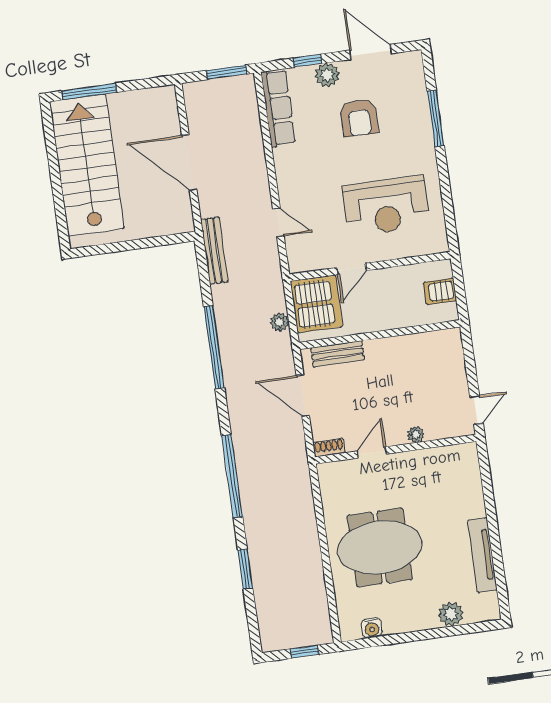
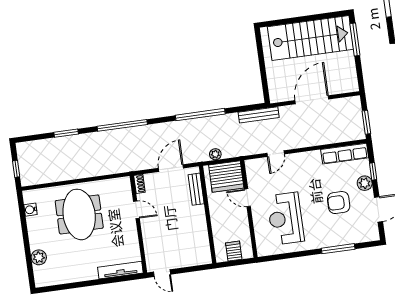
plant: (416, 435) -> (147, 236), removed
tv unit: (482, 555) -> (120, 270), moved

